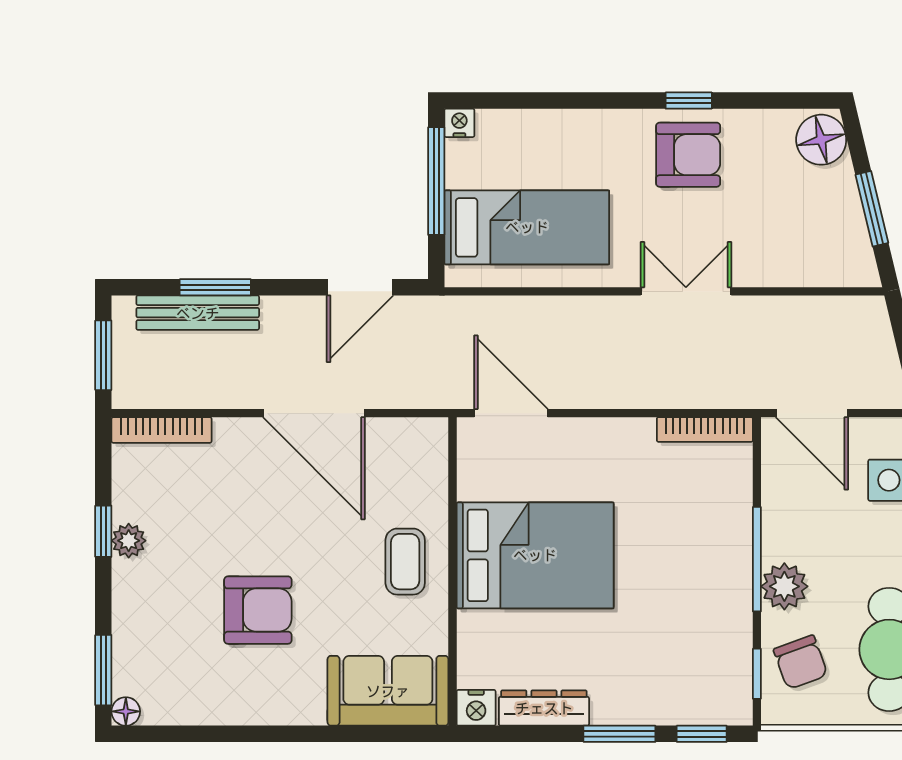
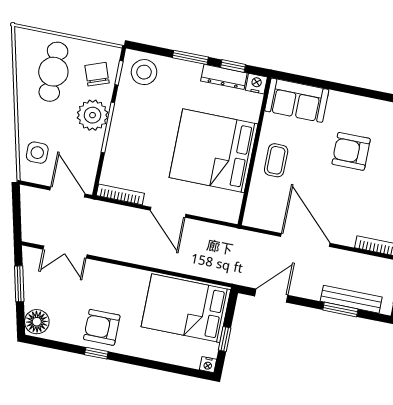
window: (436, 181) -> (225, 339), width x0.46
bed: (527, 227) -> (186, 308), width x1.50
double door: (686, 291) -> (65, 252), moved
door: (511, 413) -> (168, 212), moved
bed: (535, 555) -> (213, 151), width x1.36
plant: (784, 586) -> (92, 115), width x1.36, depth x1.36
stool: (707, 685) -> (144, 72), added
window: (702, 734) -> (233, 66), moved

